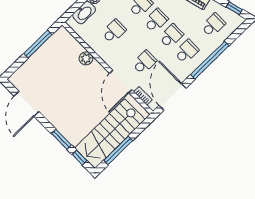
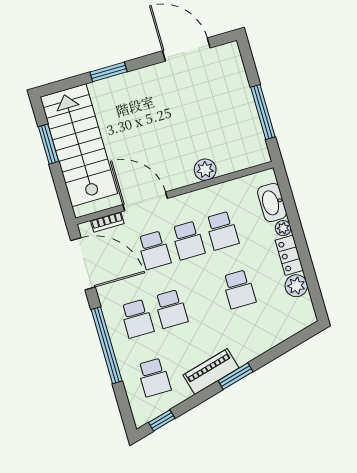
school desk: (156, 20) -> (188, 240), moved
window: (118, 151) -> (48, 144), width x0.69
window: (79, 158) -> (68, 83), removed

